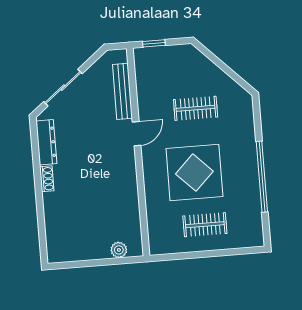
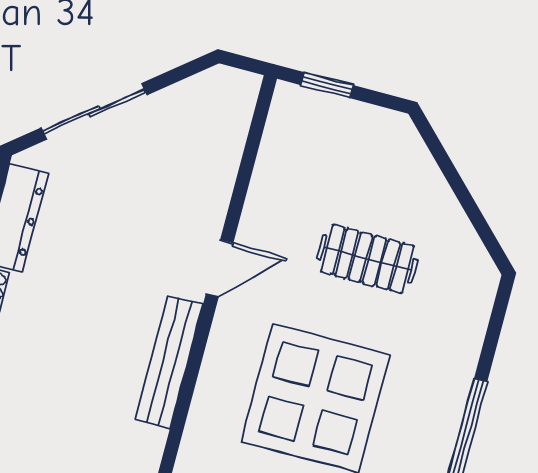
bench: (122, 91) -> (169, 362), moved

